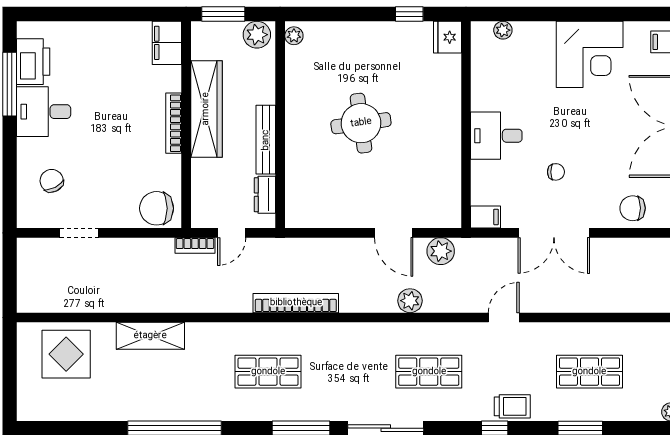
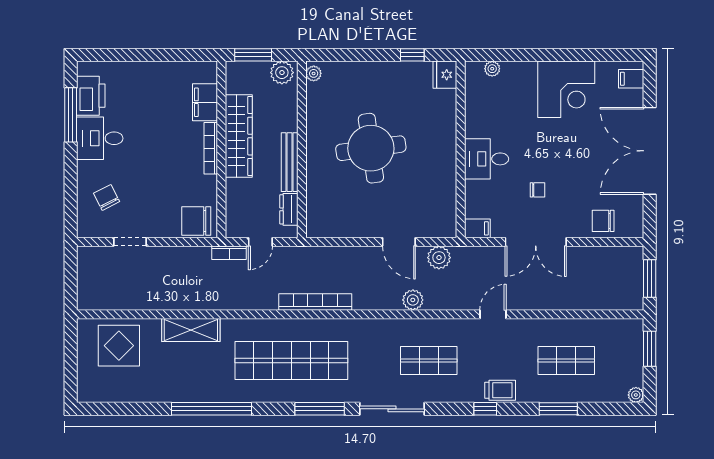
filing cabinet: (167, 43) -> (205, 102), moved
round table: (361, 123) -> (371, 148), width x1.36, depth x1.36
shop shelf: (268, 372) -> (291, 361), width x2.00, depth x1.36

